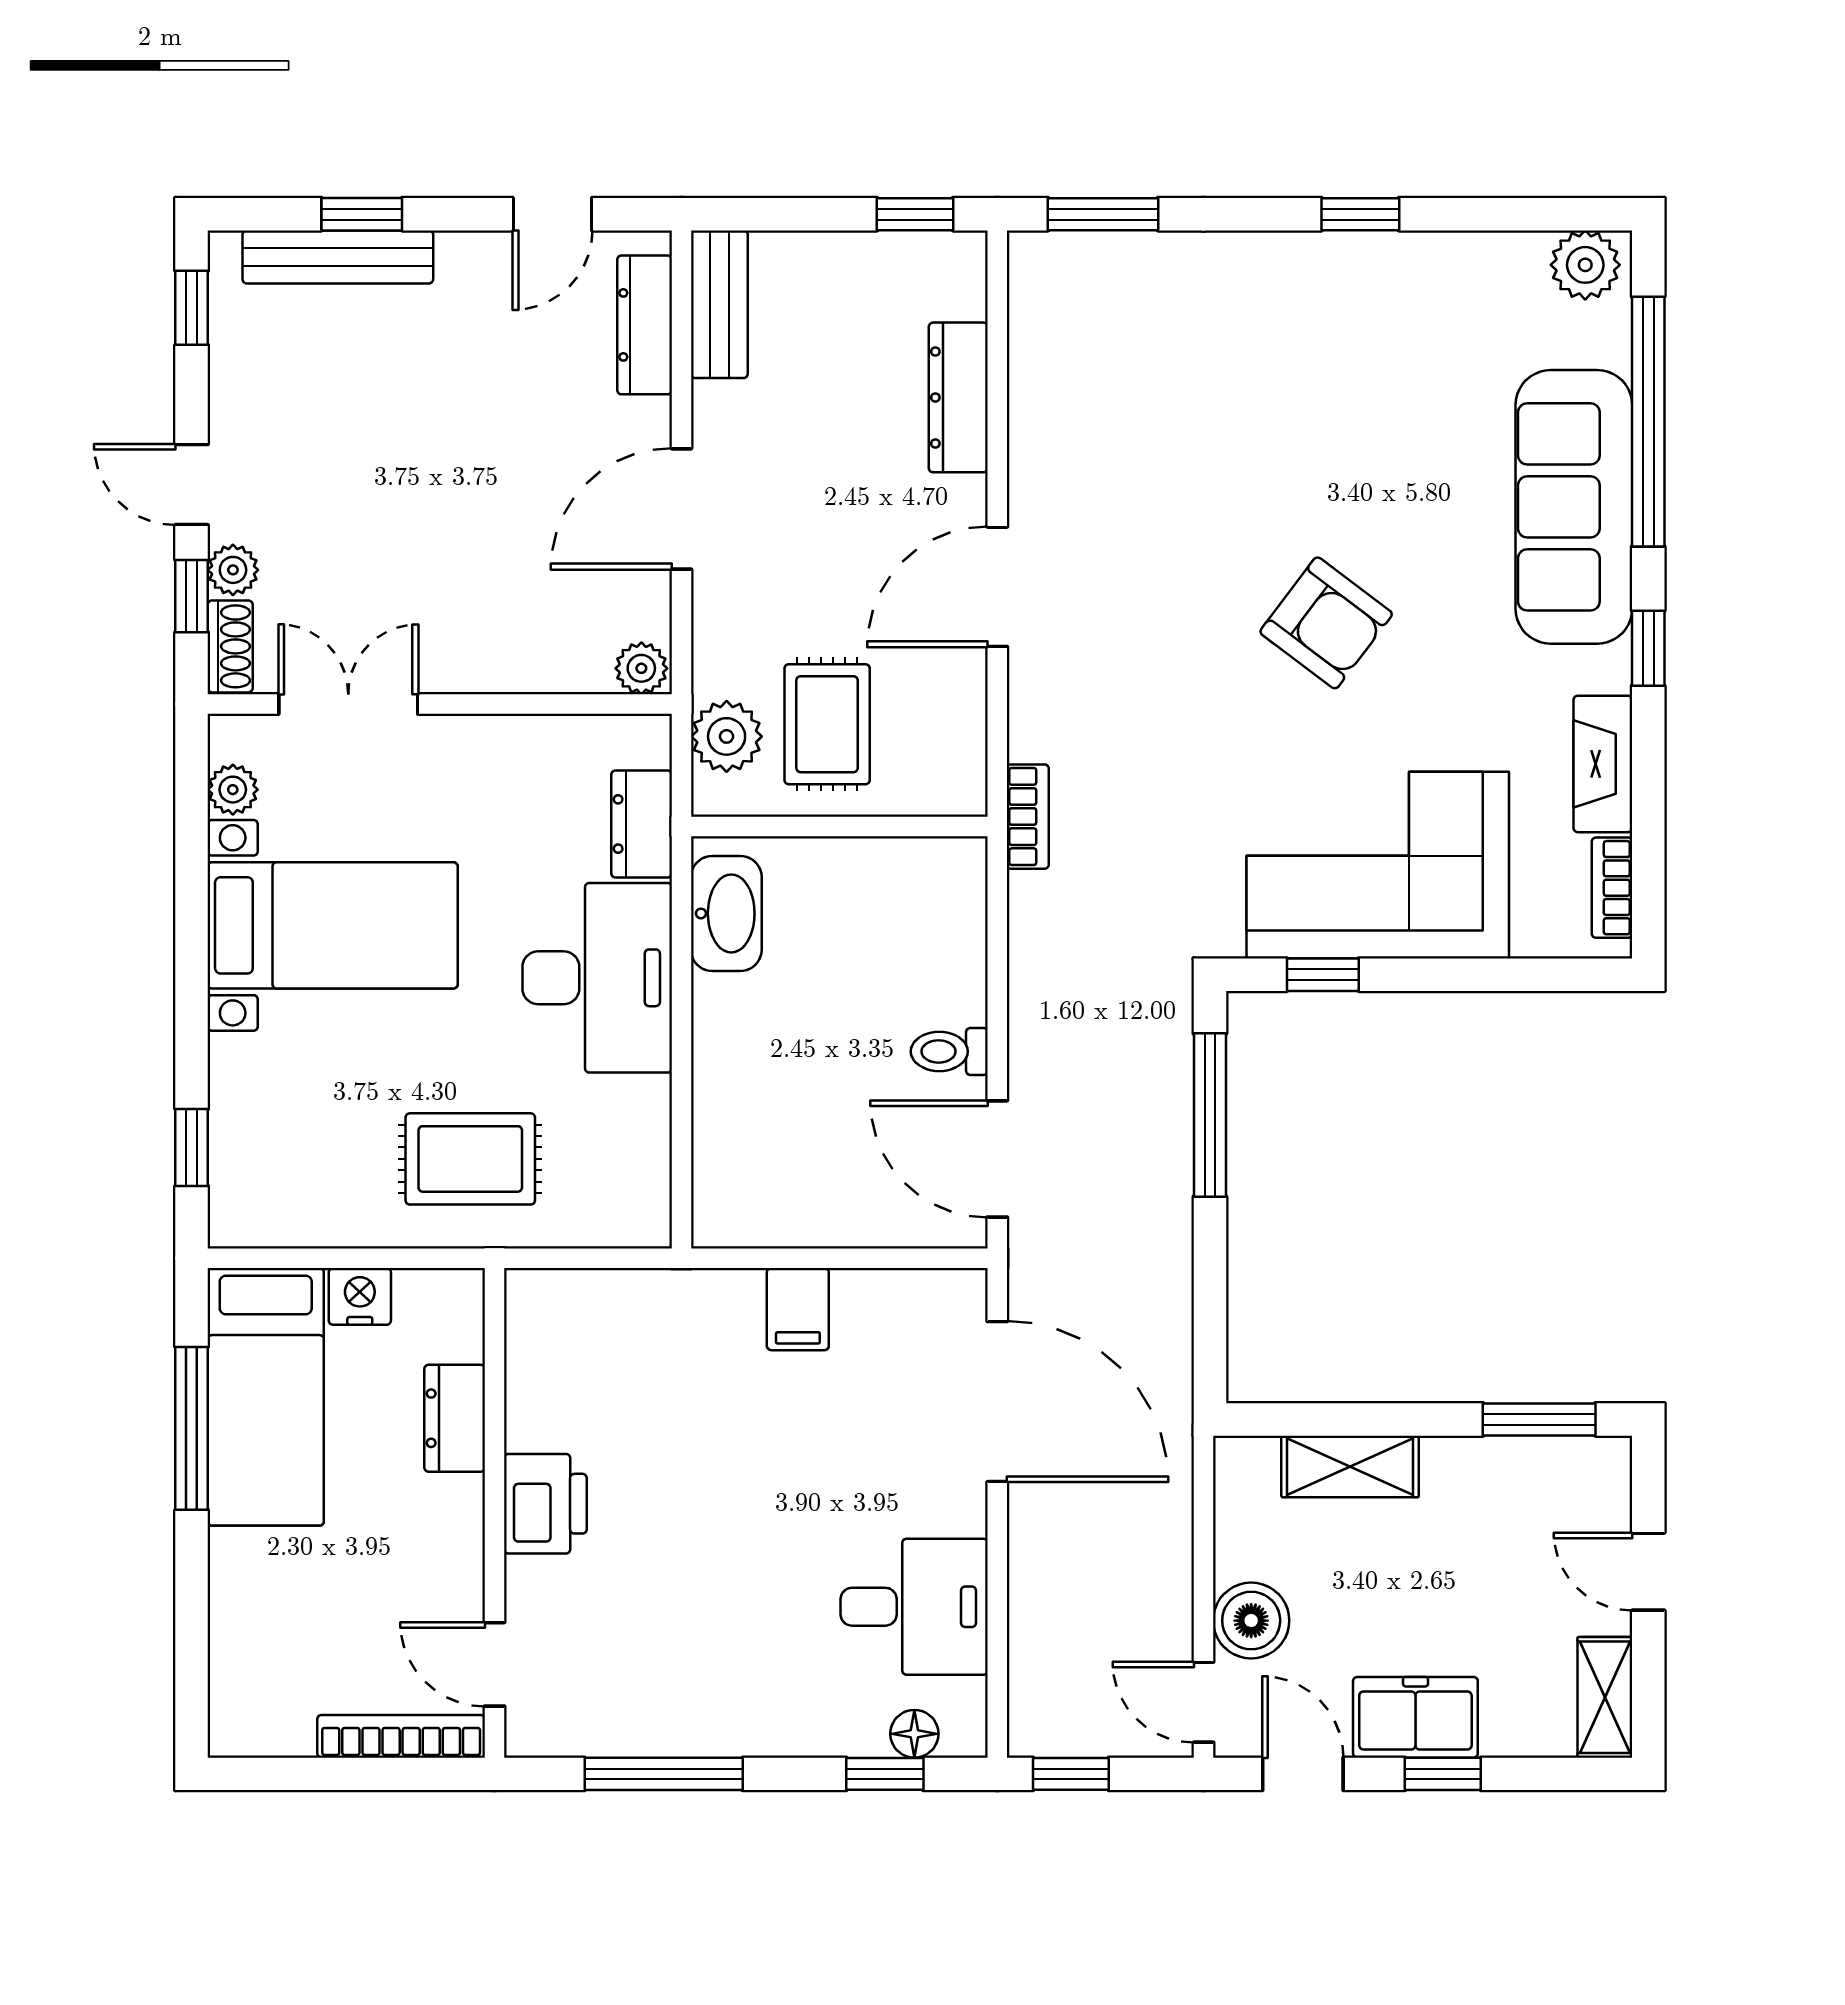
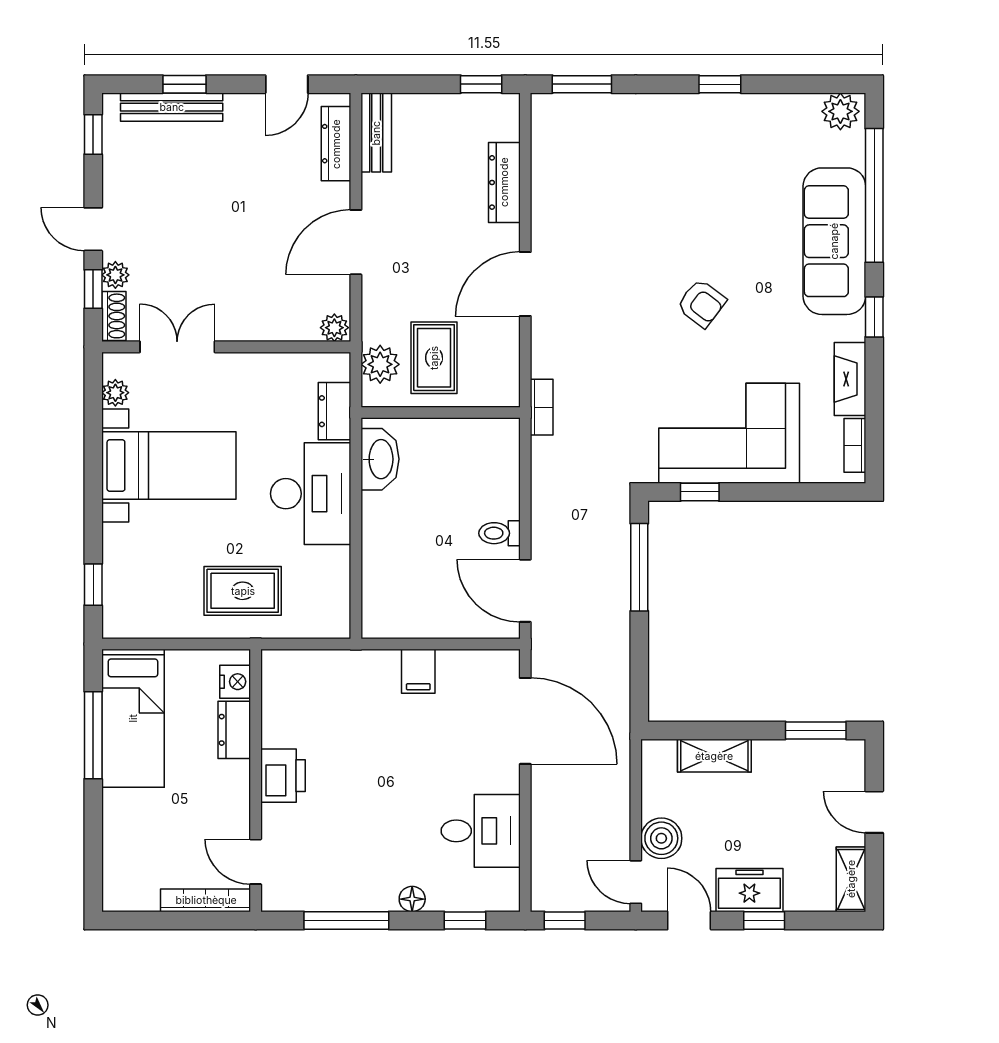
armchair: (1326, 623) -> (702, 303), width x0.72, depth x0.72
nightstand: (360, 1296) -> (235, 682), moved, turned 90
floor lamp: (914, 1734) -> (412, 899), moved

